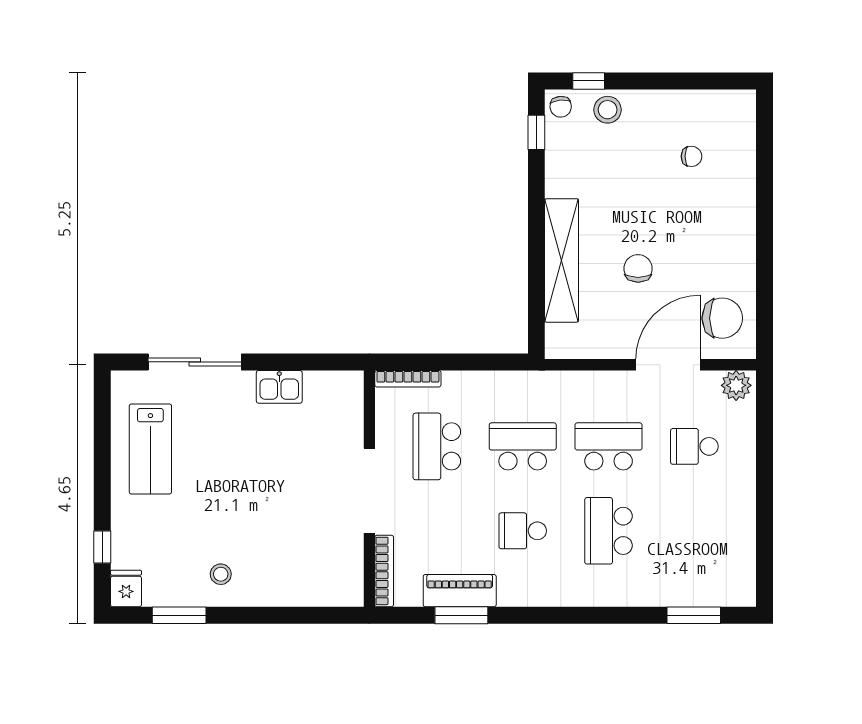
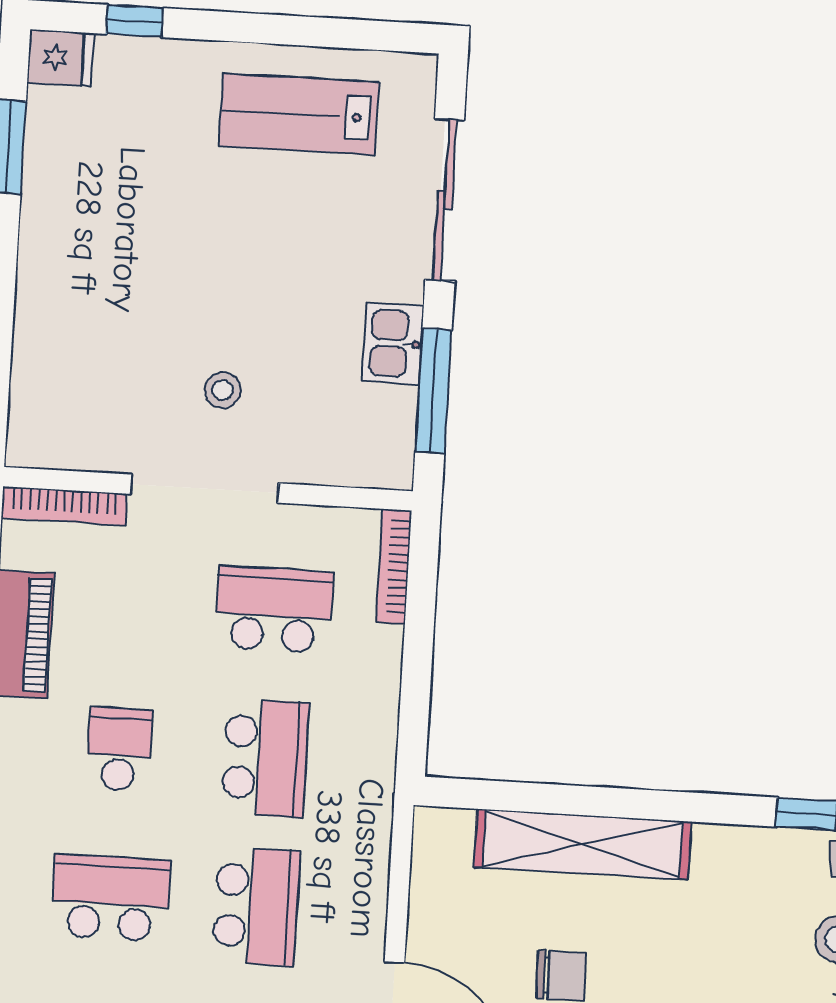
window: (305, 362) -> (433, 391), added
stool: (221, 574) -> (223, 390), moved

